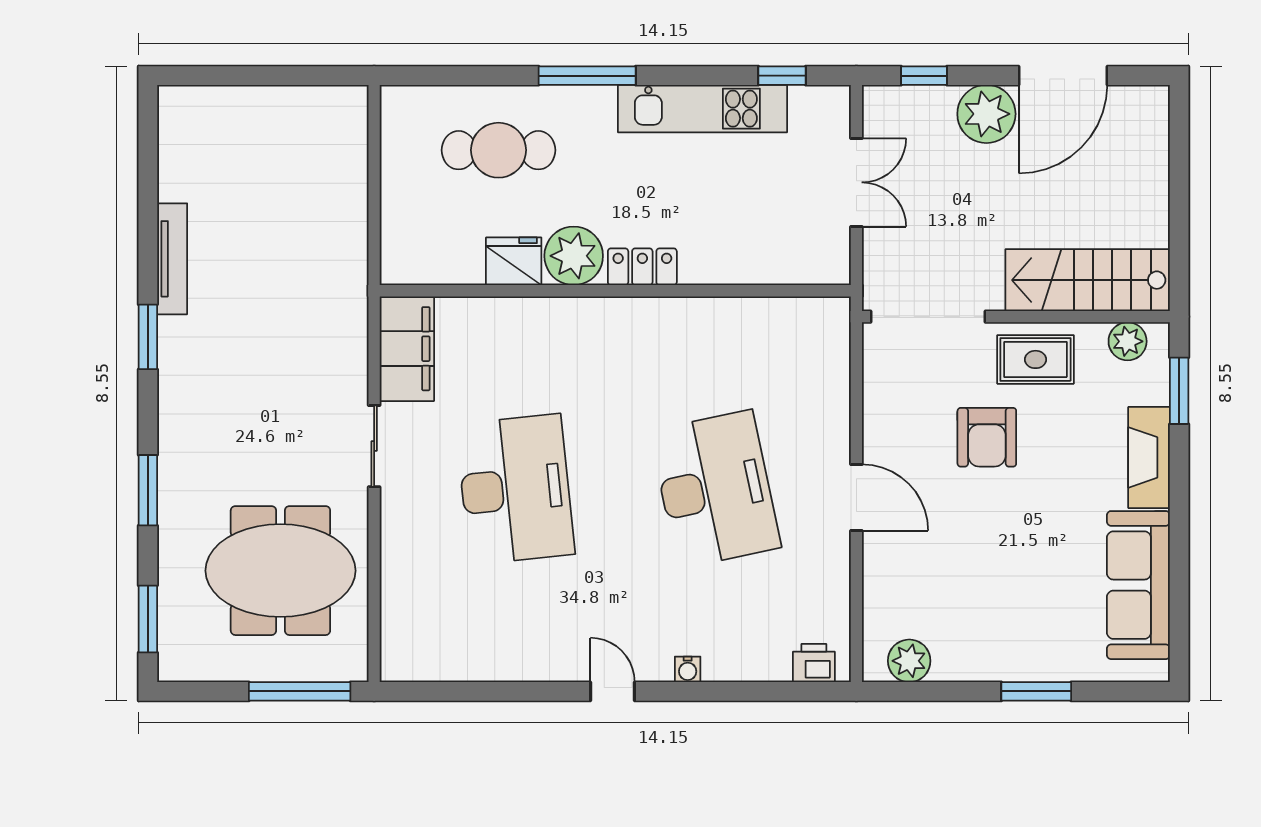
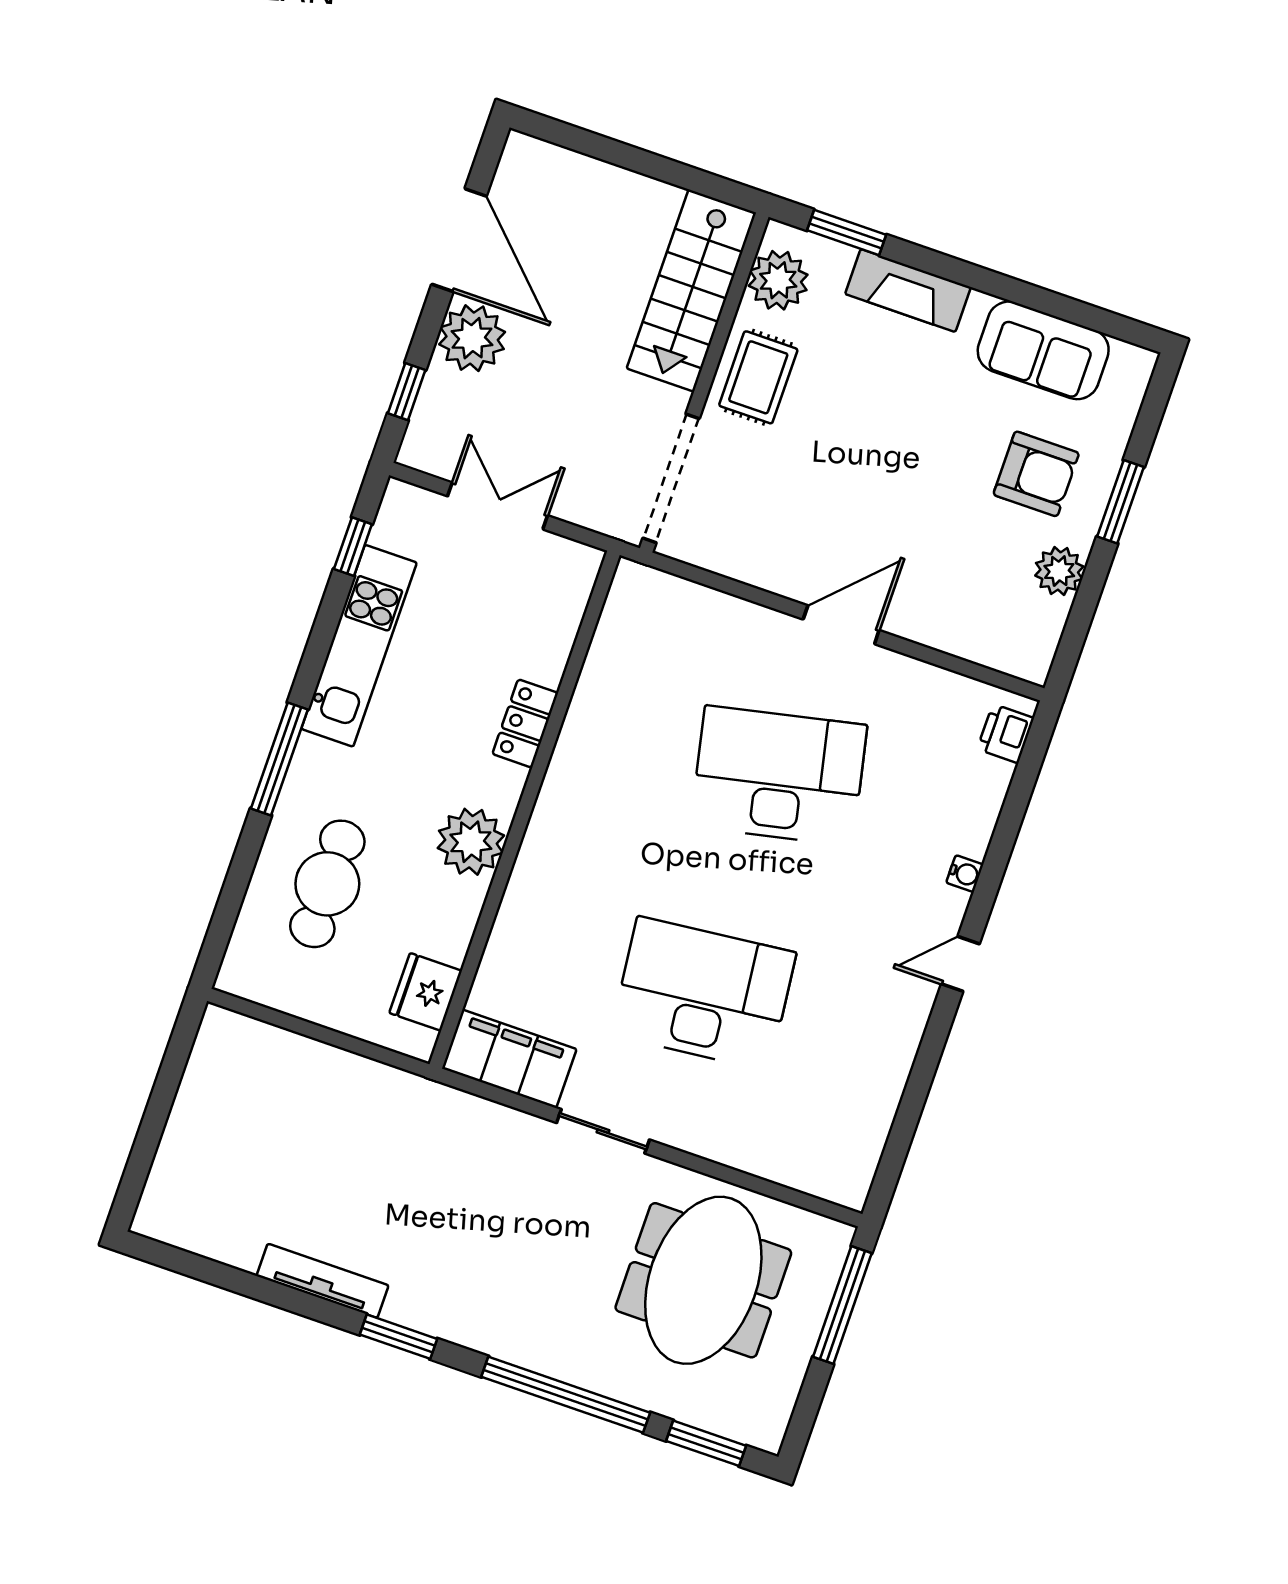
fridge: (514, 261) -> (426, 992), moved
locker: (642, 267) -> (525, 723), moved
plant: (1128, 341) -> (778, 280), width x1.36, depth x1.36
armchair: (987, 437) -> (1036, 474), moved
window: (148, 490) -> (566, 1395), width x2.11
sofa: (1138, 585) -> (1043, 350), width x0.73
plant: (909, 661) -> (1059, 571), moved

